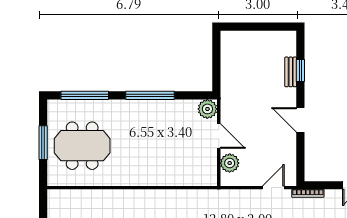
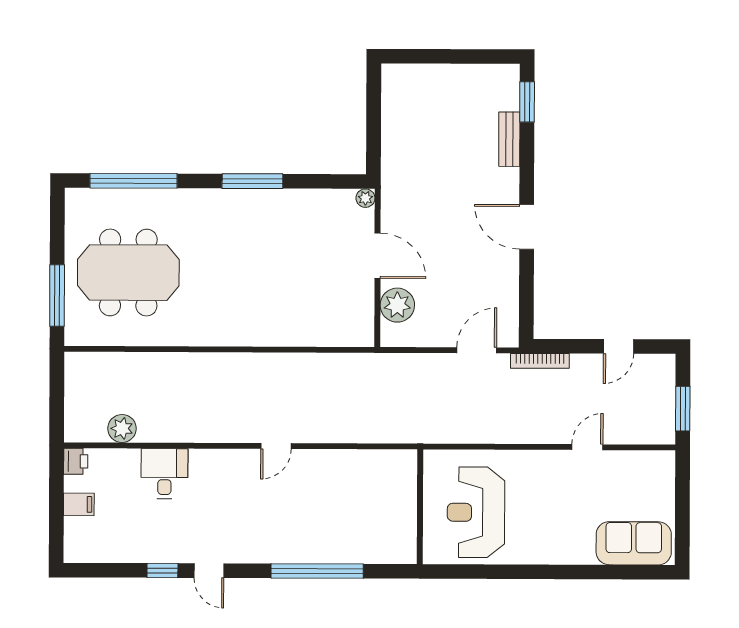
window: (300, 71) -> (527, 102), moved
window: (150, 95) -> (252, 181), width x0.68
plant: (207, 109) -> (365, 198), width x0.53, depth x0.53
window: (43, 143) -> (57, 295), moved

